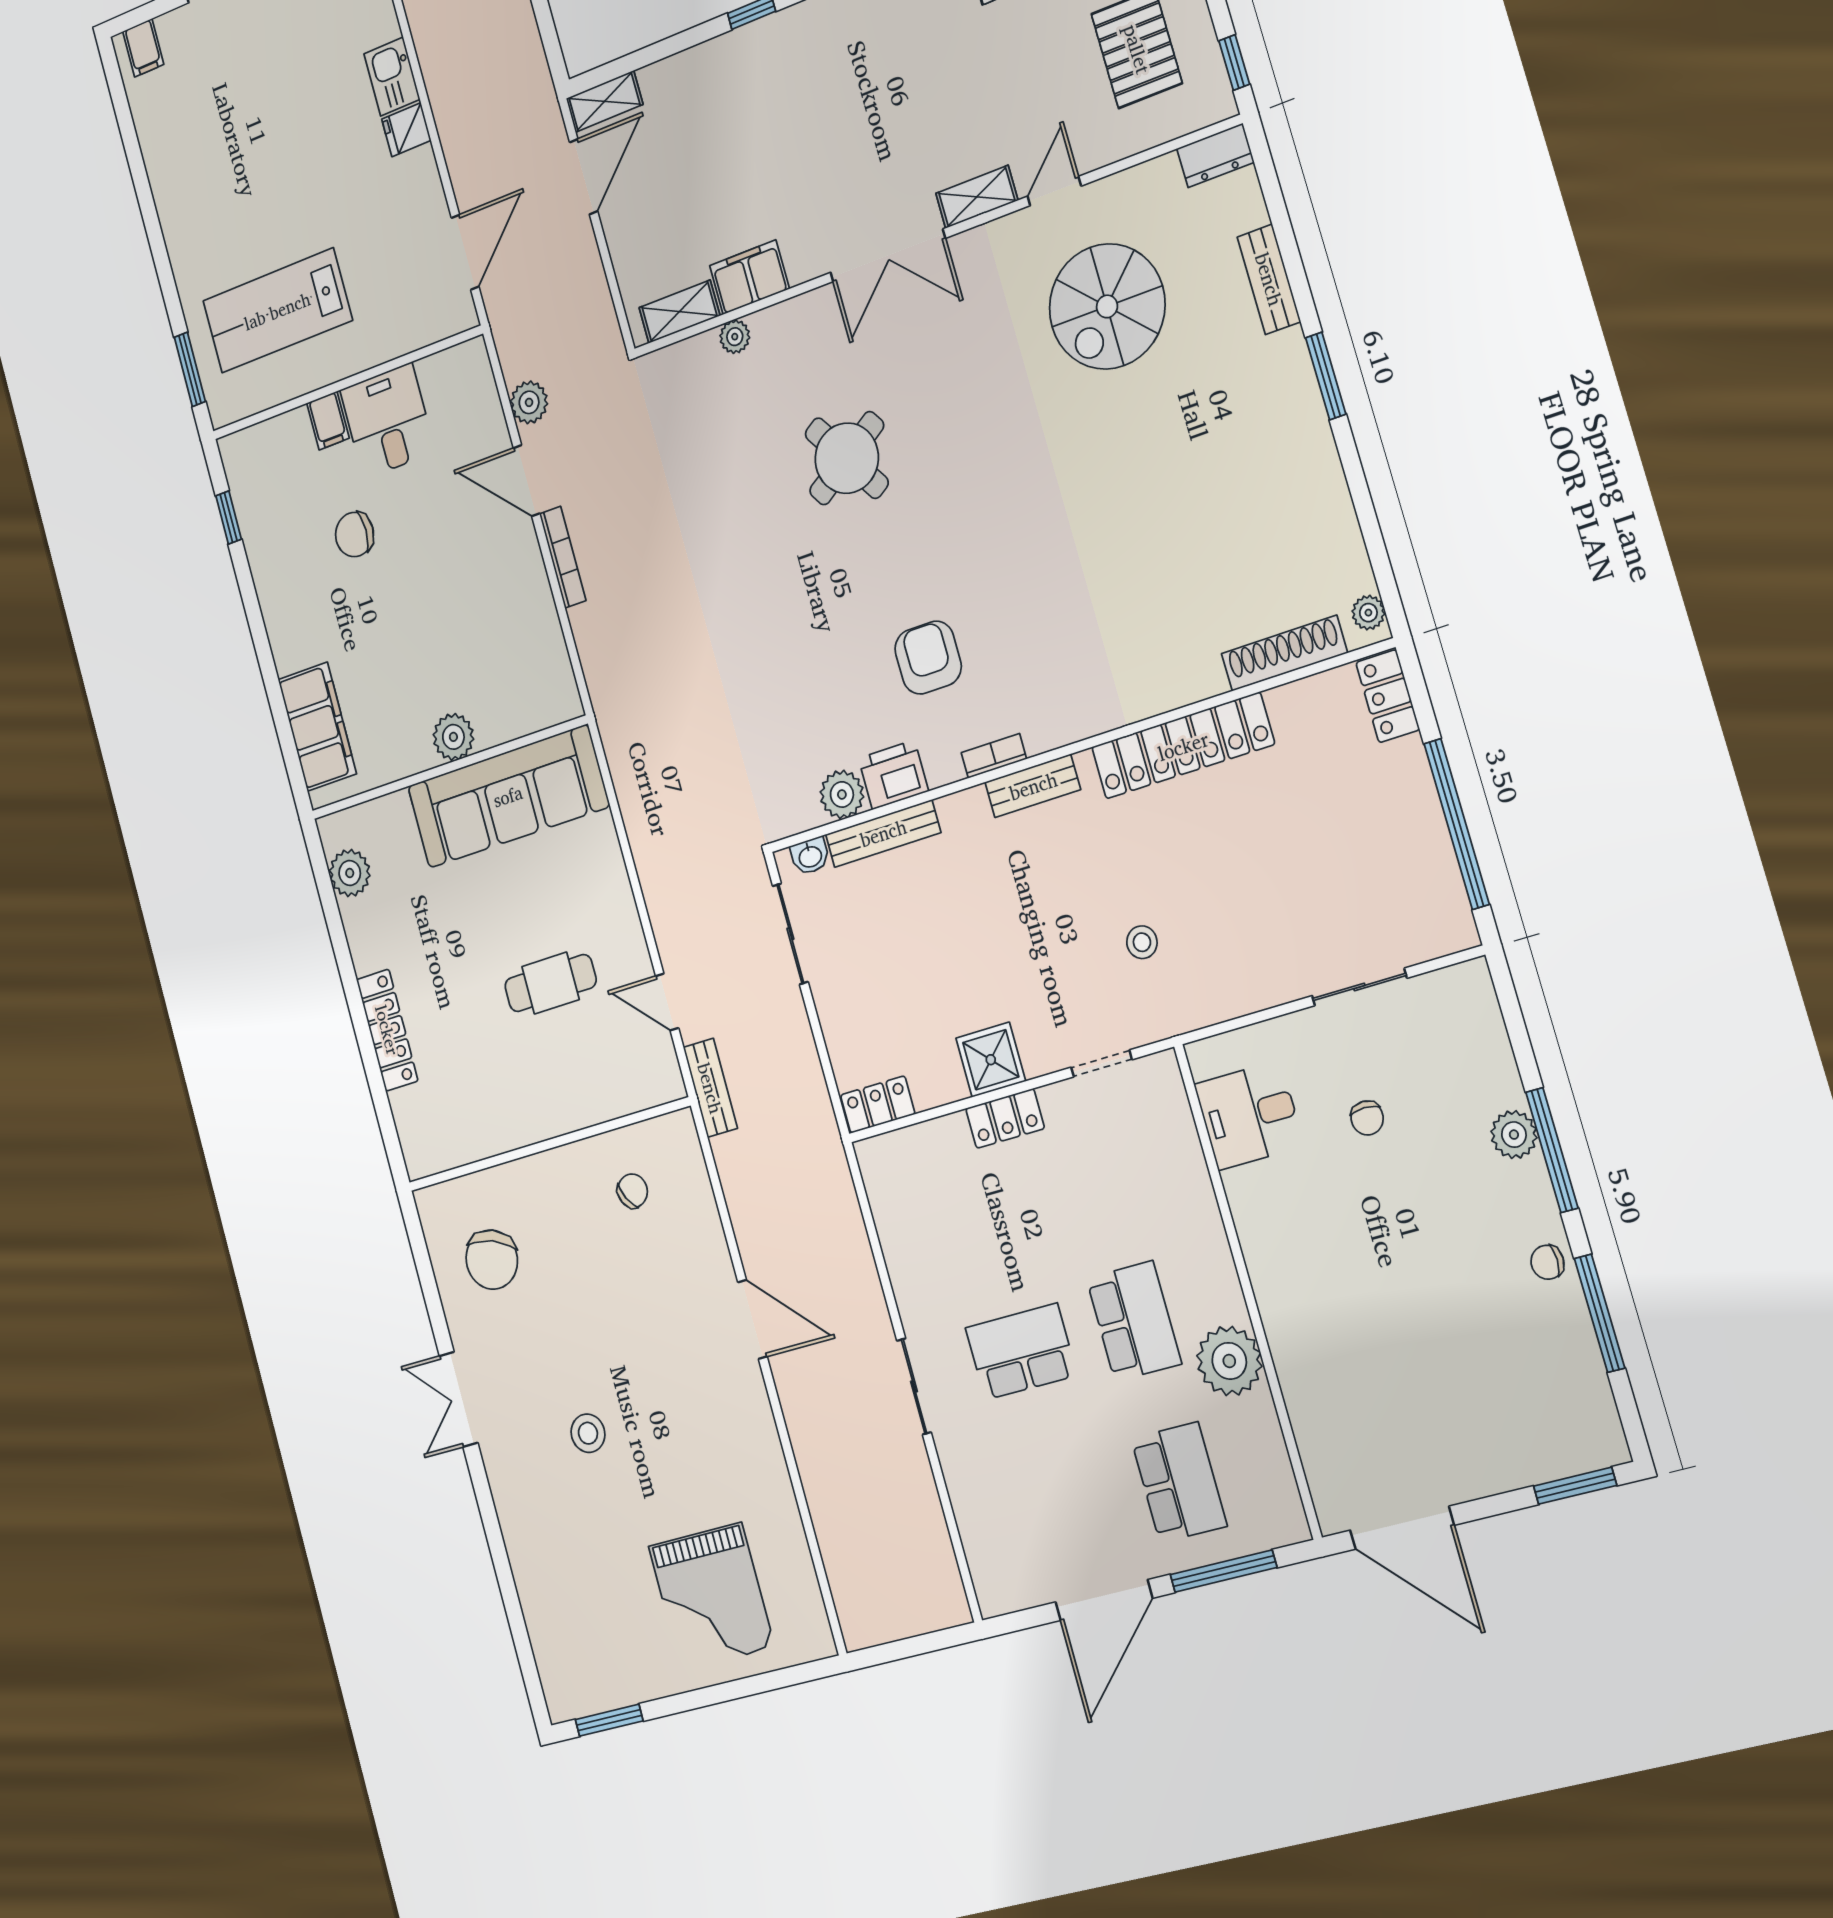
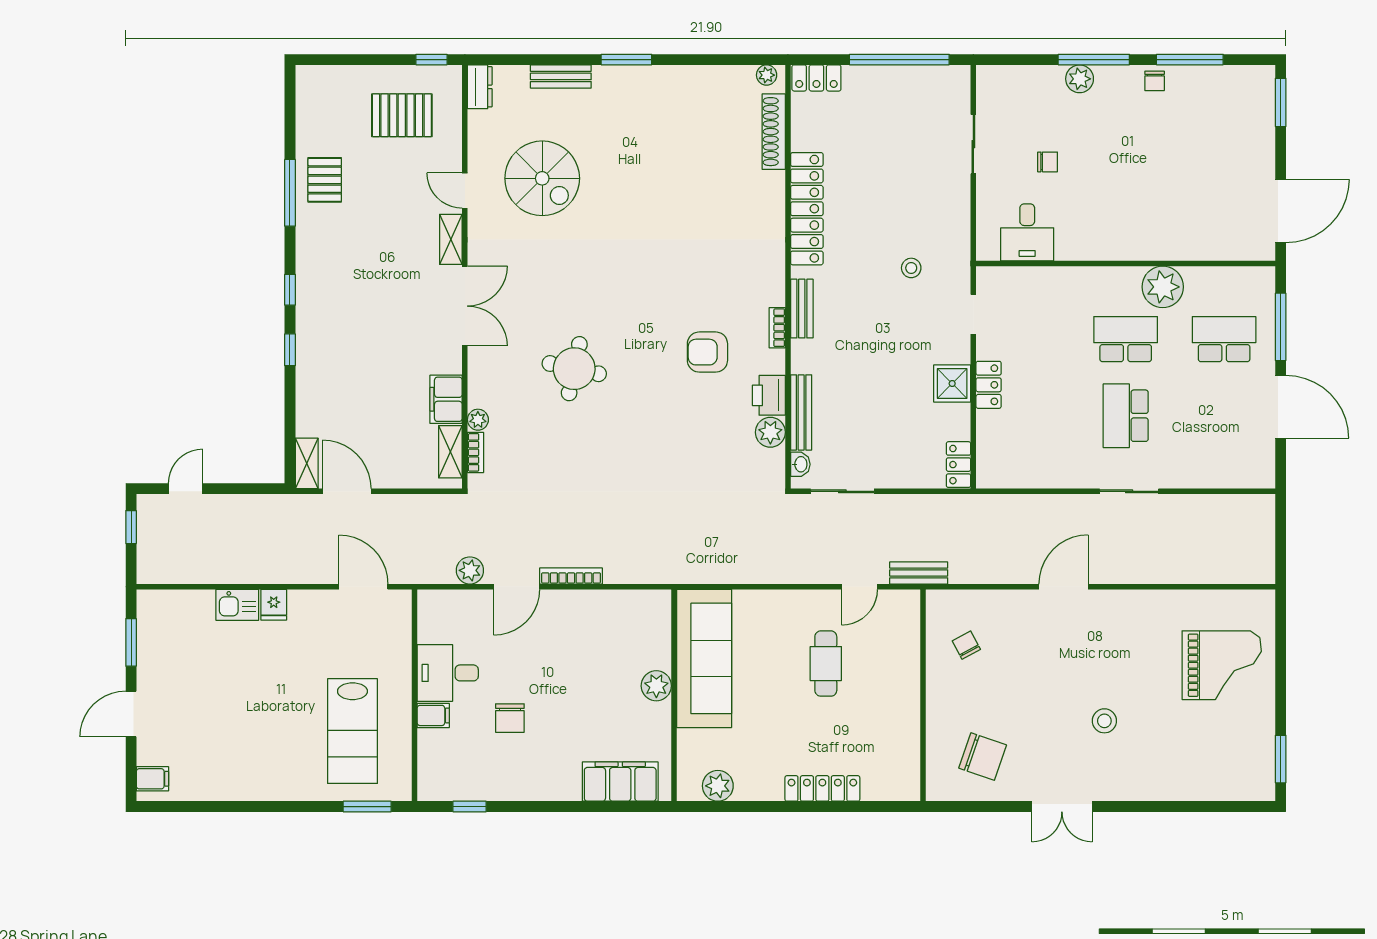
bookcase: (689, 350) -> (475, 452), added
round table: (847, 458) -> (574, 369), turned 45

